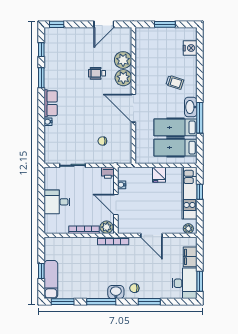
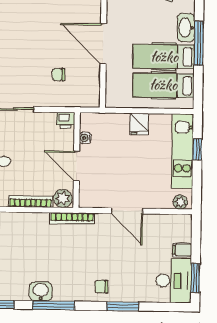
door: (133, 108) -> (103, 44), moved
filing cabinet: (190, 257) -> (182, 250), width x0.50
washbasin: (116, 292) -> (41, 291), moved

